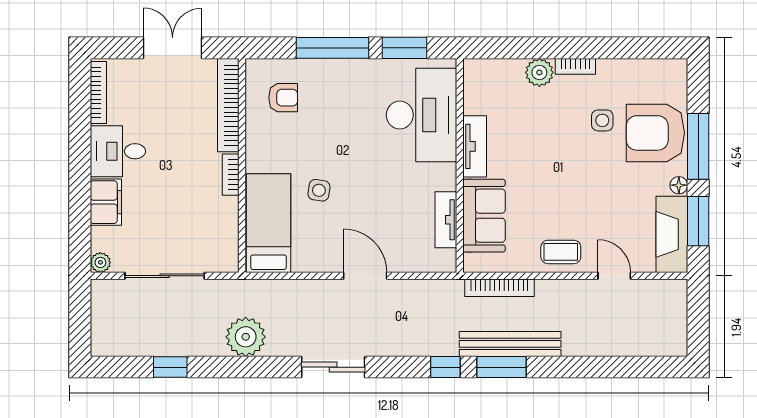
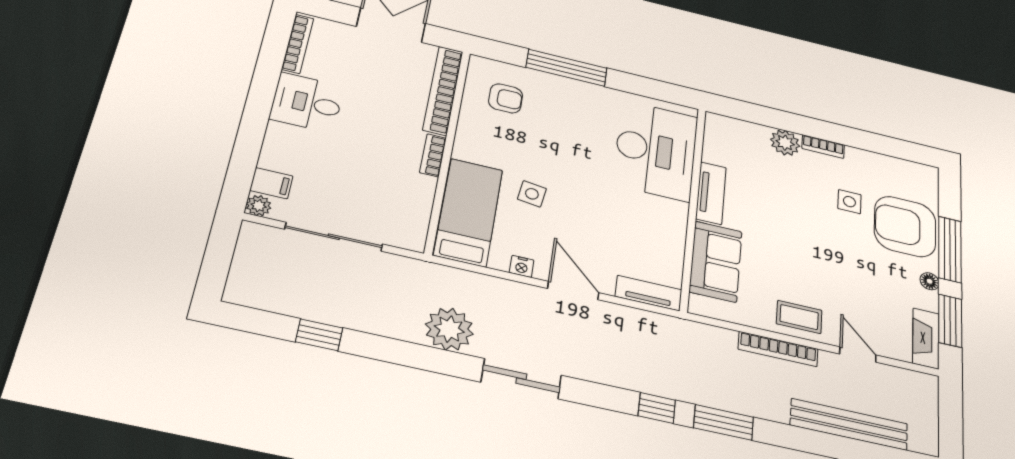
window: (404, 48) -> (644, 87), removed
filing cabinet: (106, 202) -> (271, 183), moved, width x0.50
tv unit: (446, 220) -> (649, 293), moved, turned 90
fireplace: (672, 234) -> (926, 338), width x0.73, depth x0.76
nightstand: (320, 264) -> (522, 266), added
bookcase: (499, 288) -> (778, 349), moved
plant: (246, 337) -> (449, 329), moved
bench: (510, 344) -> (849, 424), moved

